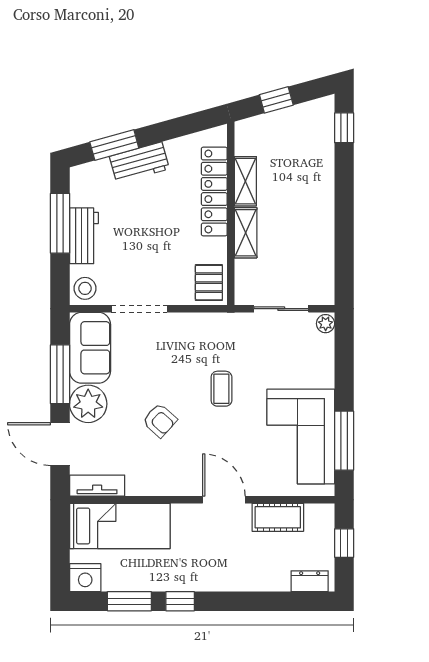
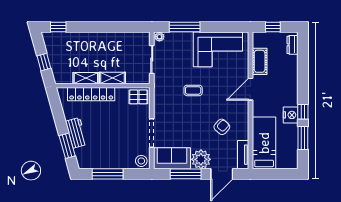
workbench: (84, 236) -> (114, 161), removed
armchair: (160, 420) -> (222, 127), moved
window: (344, 441) -> (185, 27), moved
nightstand: (85, 578) -> (291, 115), moved

